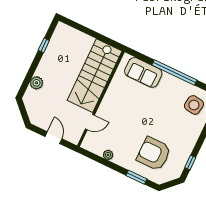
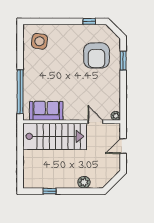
sofa: (143, 72) -> (46, 111), moved, turned -90
window: (174, 73) -> (20, 92), moved
plant: (108, 155) -> (116, 116), moved

